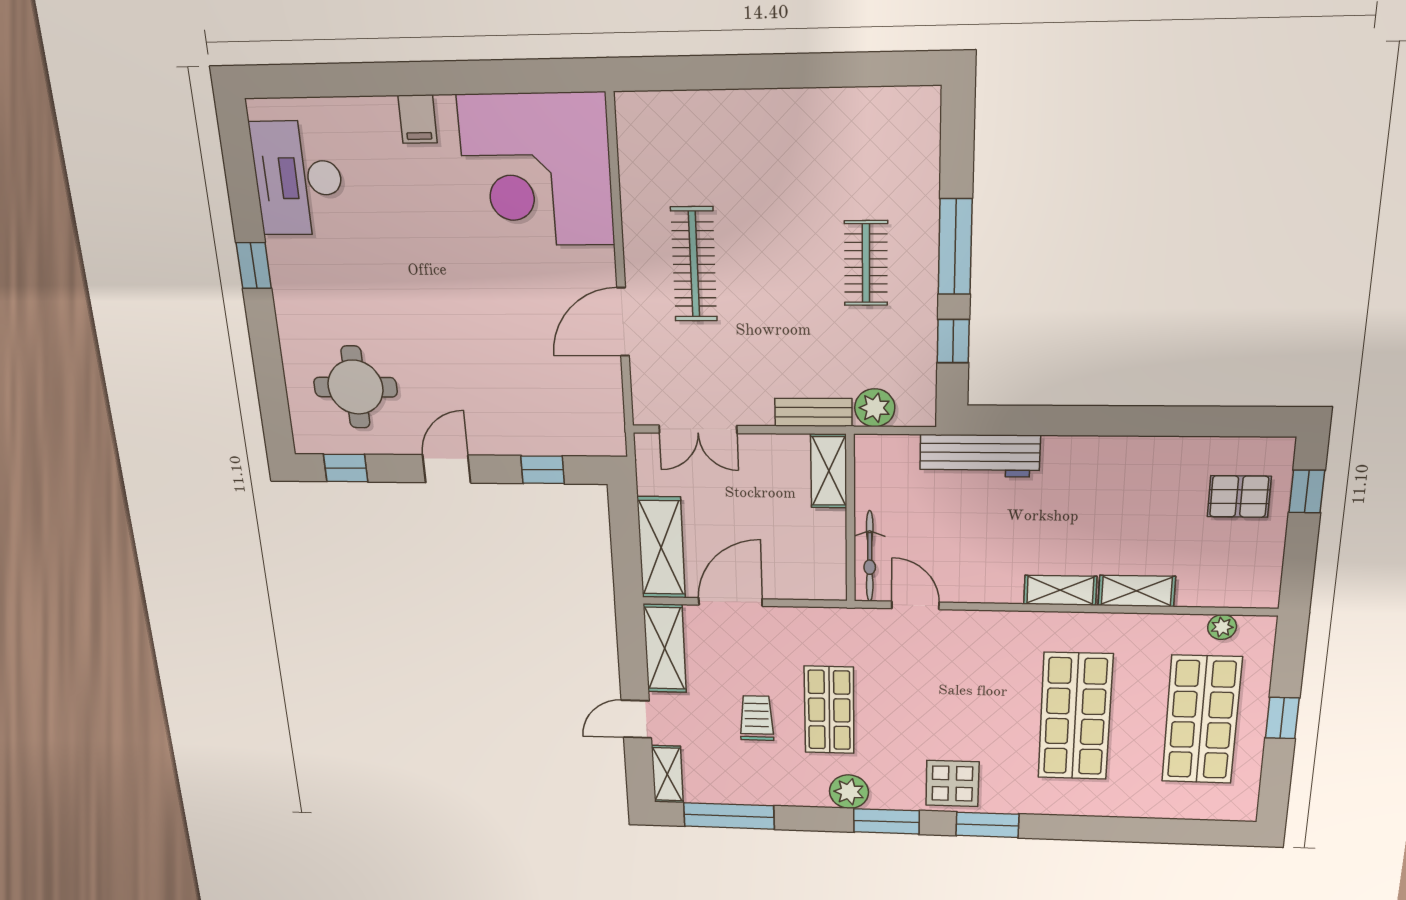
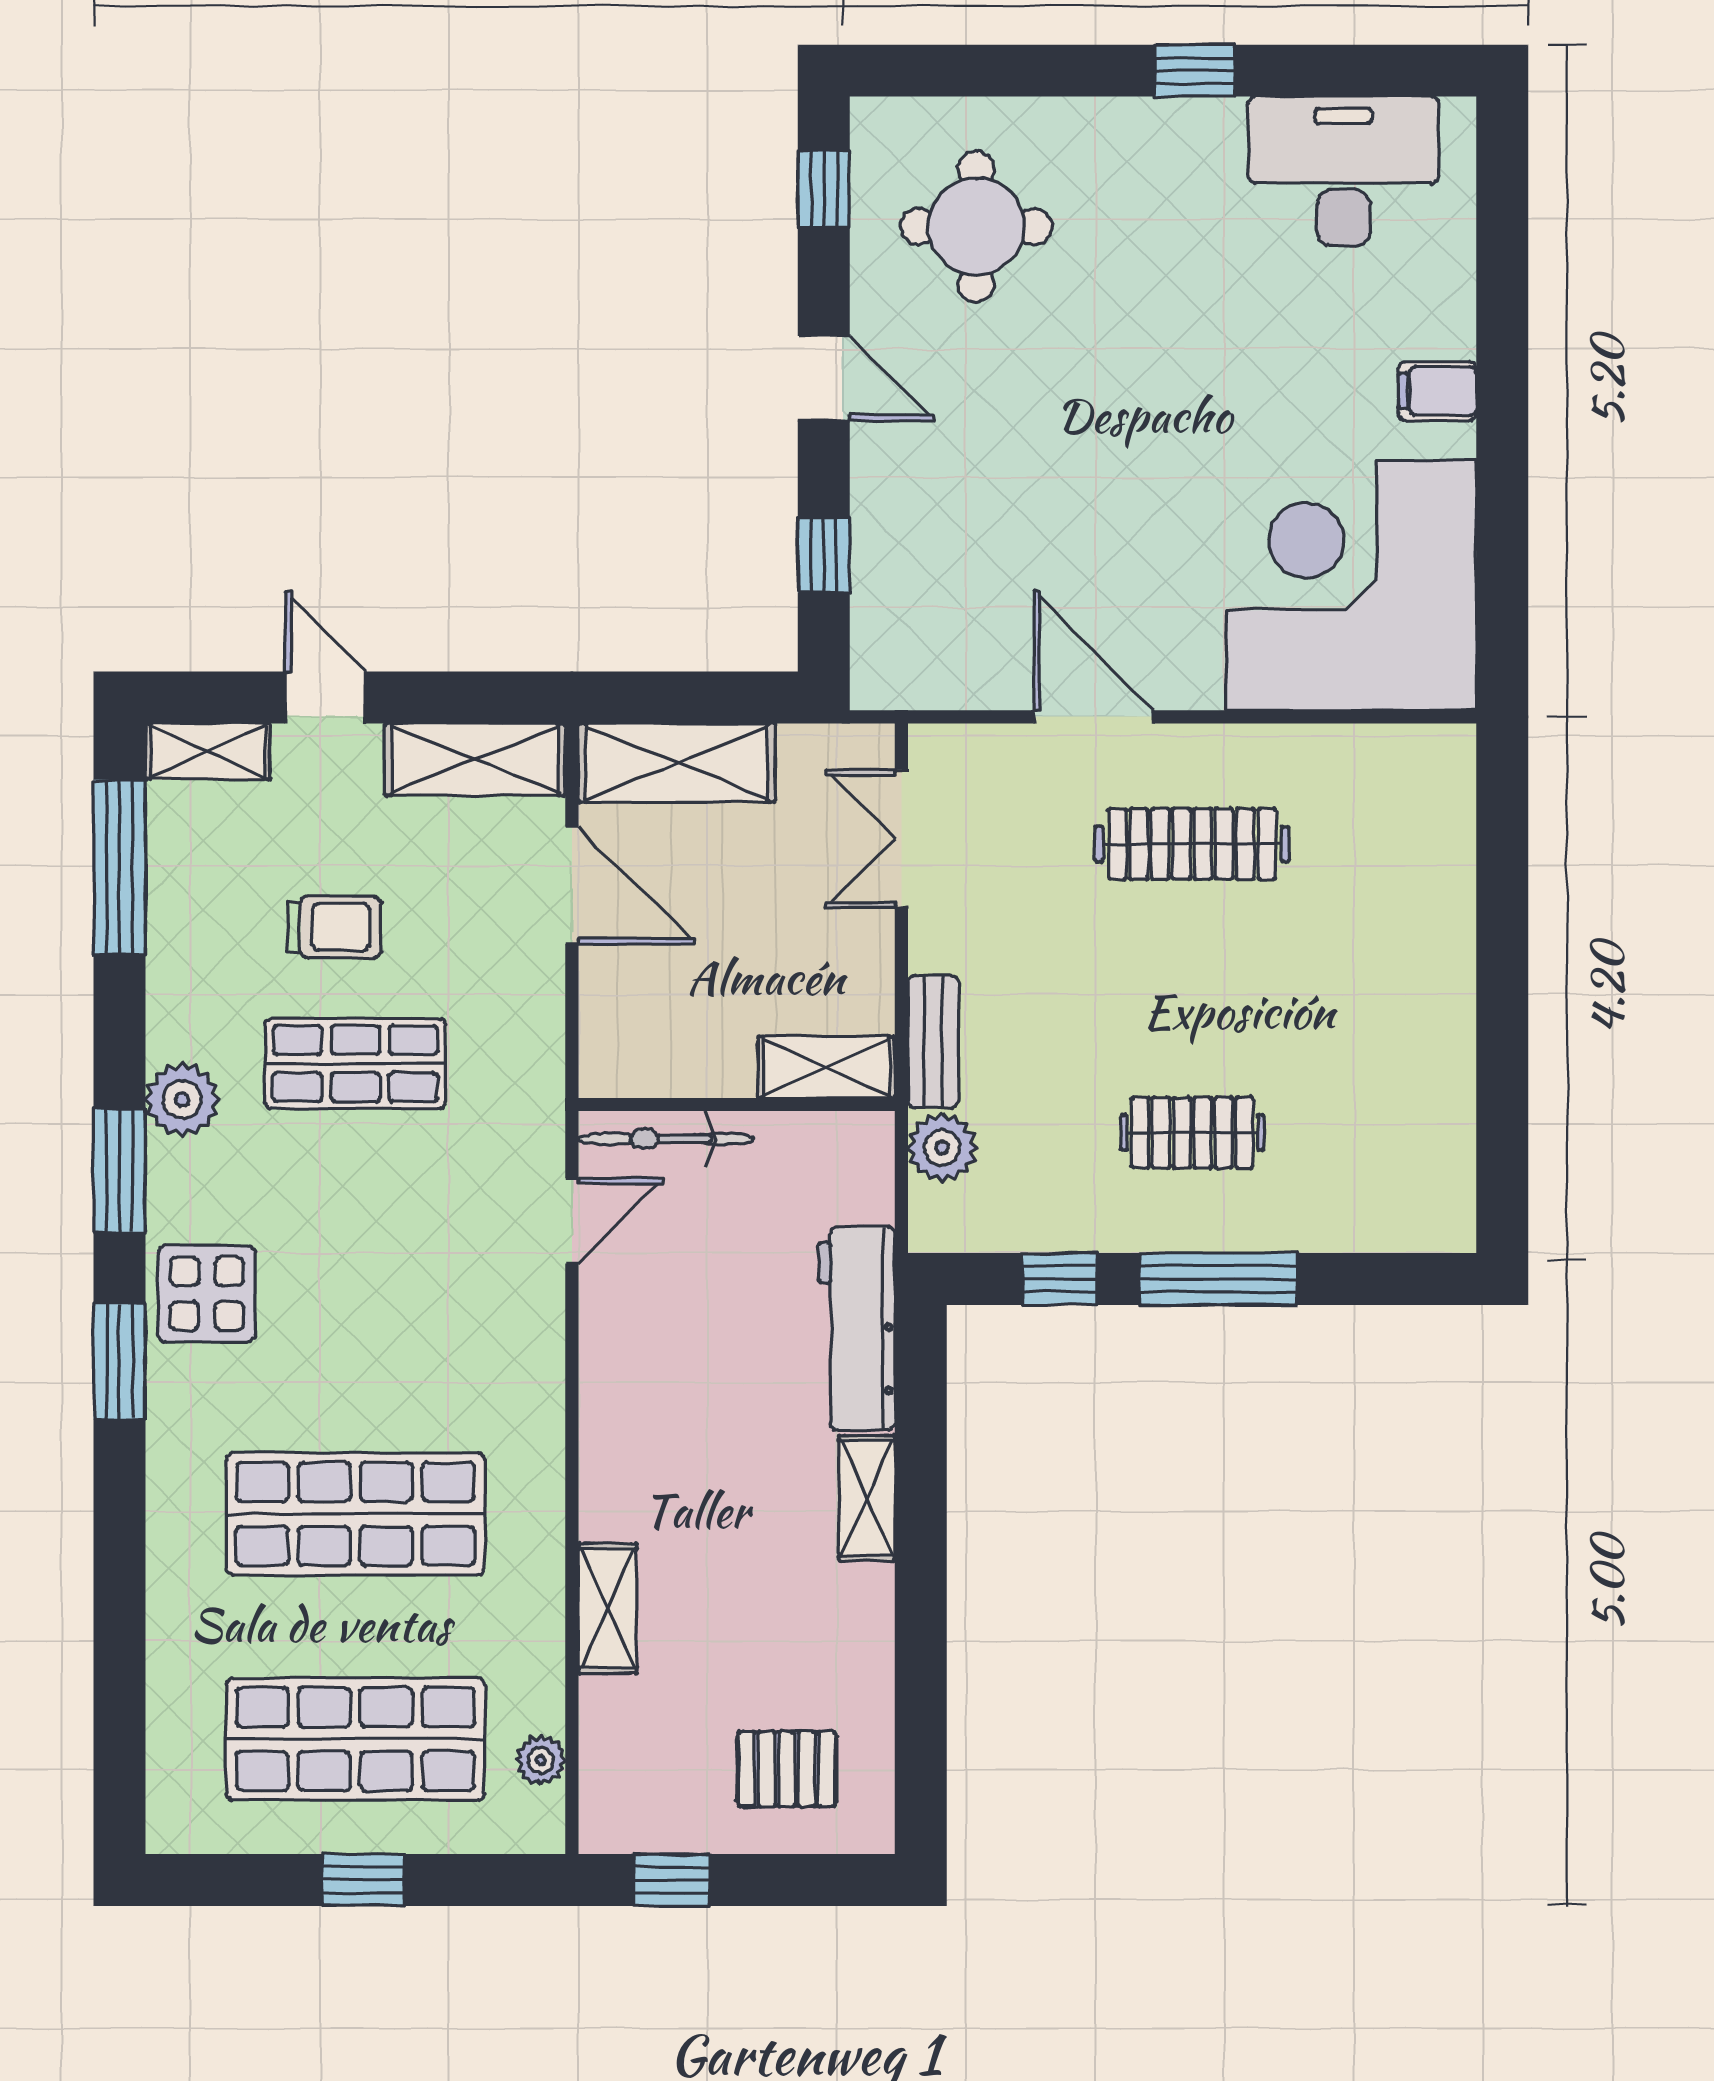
window: (1307, 491) -> (672, 1880), moved
pallet: (1239, 497) -> (787, 1769), turned 90
shelving: (1060, 590) -> (867, 1498), moved

